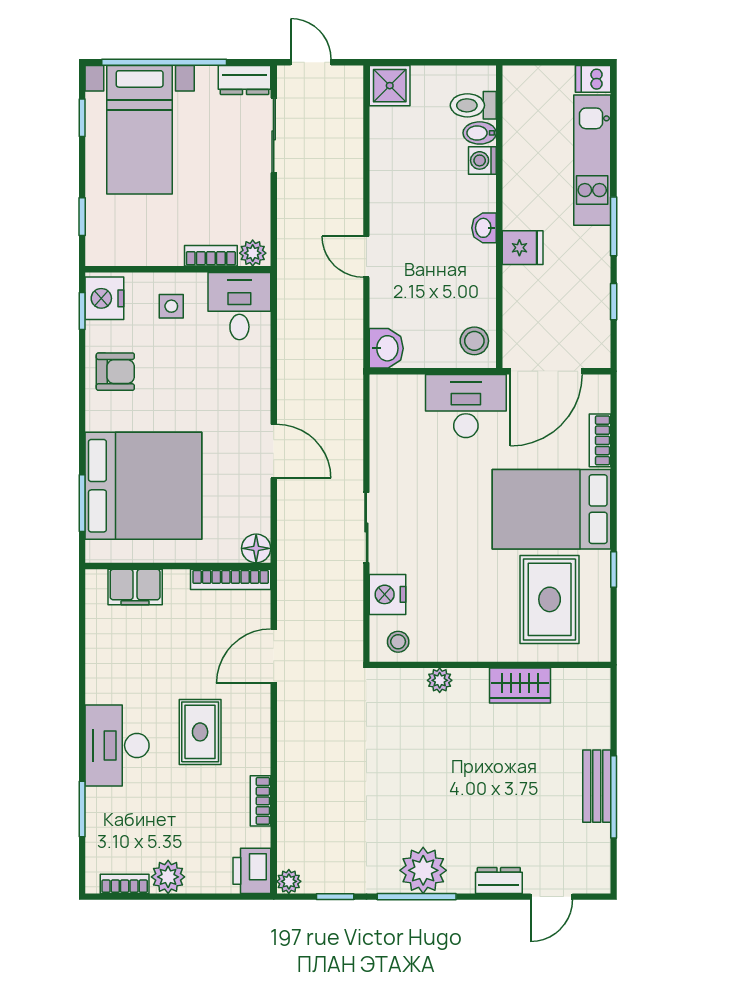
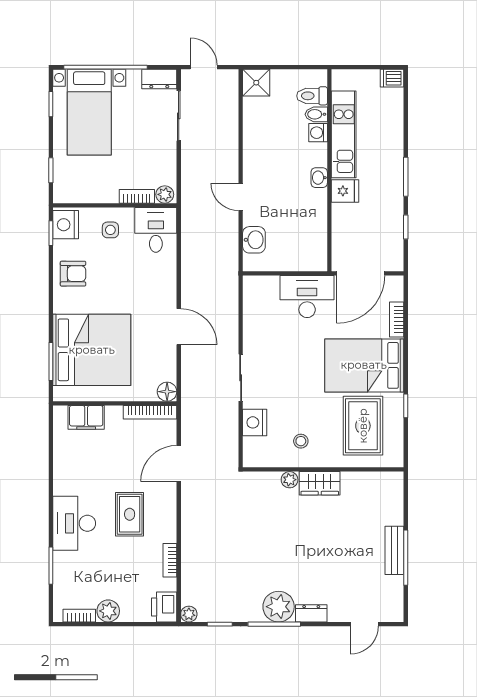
kitchen unit: (592, 160) -> (344, 134), moved, turned 180
stool: (474, 341) -> (313, 253), removed
washbasin: (386, 348) -> (254, 240), moved
stool: (398, 642) -> (301, 441), moved
wardrobe: (520, 686) -> (320, 483), moved
dresser: (499, 880) -> (311, 613), moved

